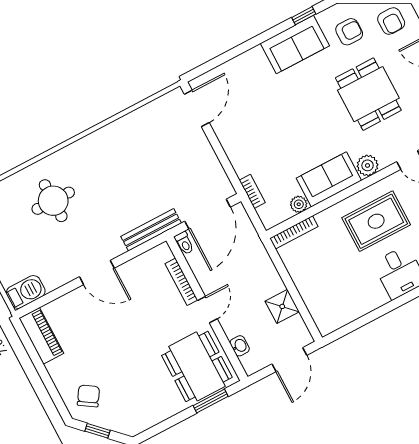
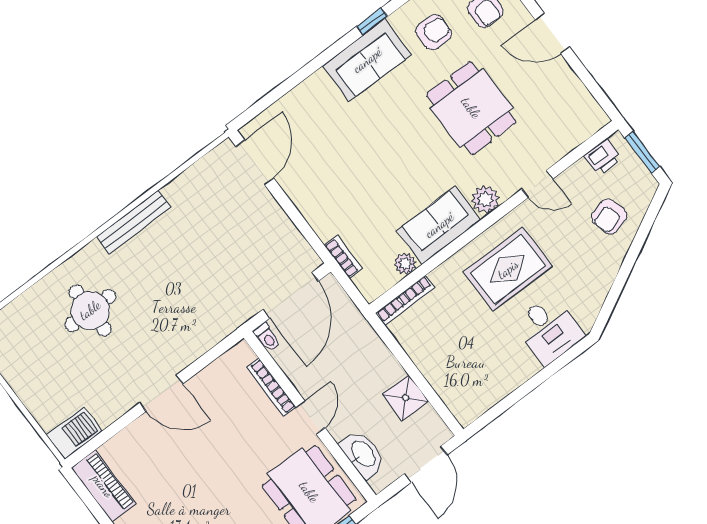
bench: (151, 230) -> (134, 222), moved
washbasin: (240, 346) -> (363, 454), width x1.91, depth x1.45

